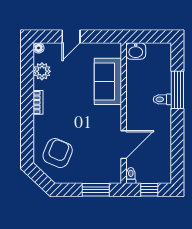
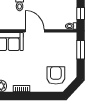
door: (124, 145) -> (35, 31), moved
armchair: (58, 153) -> (56, 75), turned 67

